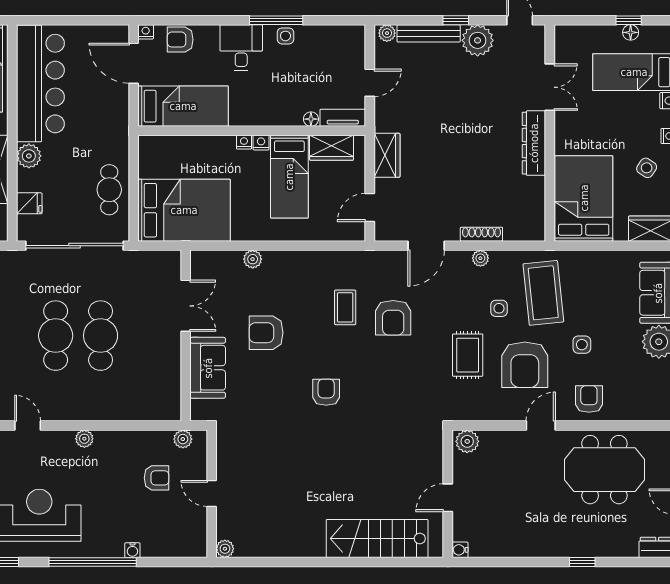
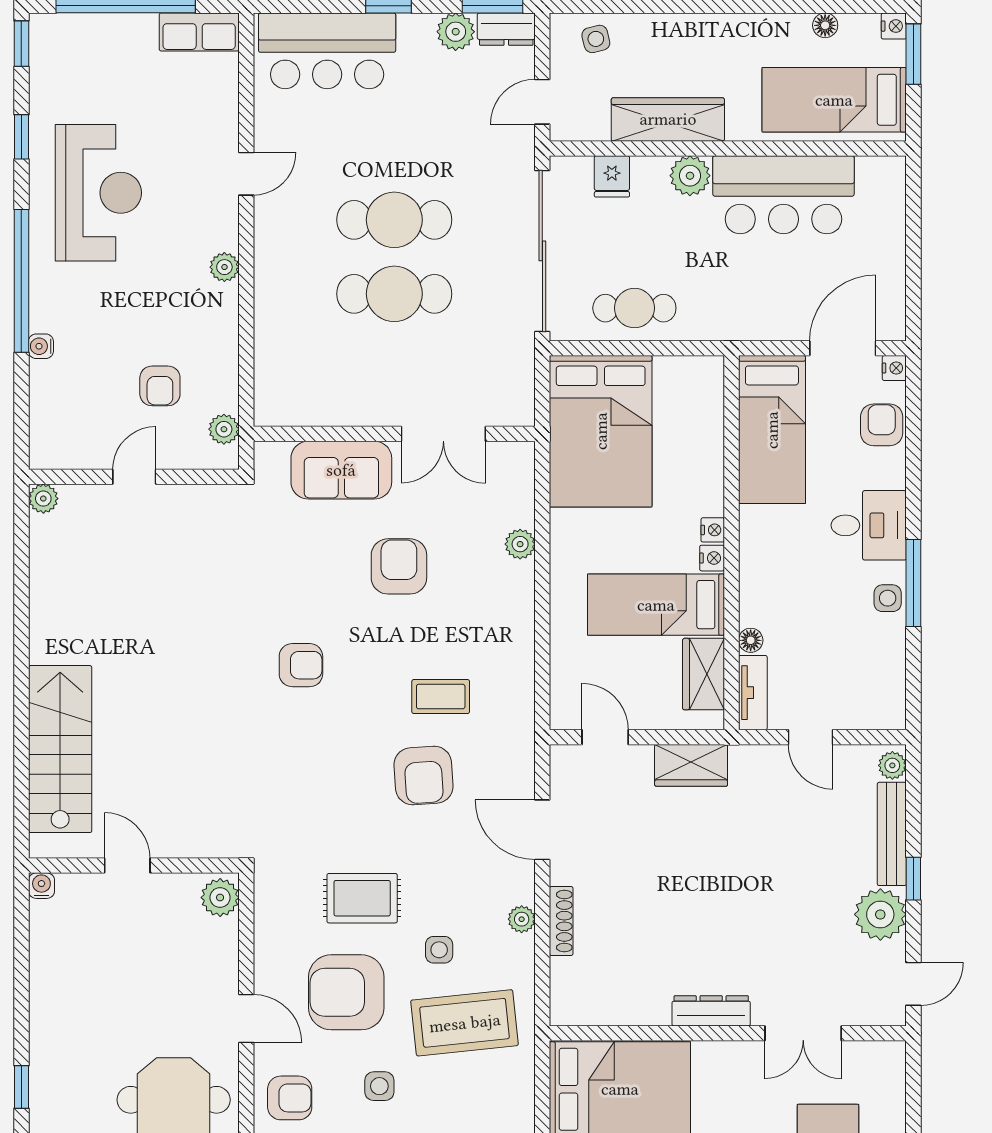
bar counter: (40, 84) -> (783, 195), width x0.73
dresser: (534, 143) -> (711, 1011), width x0.73, depth x0.80
armchair: (393, 318) -> (424, 776), turned -94

